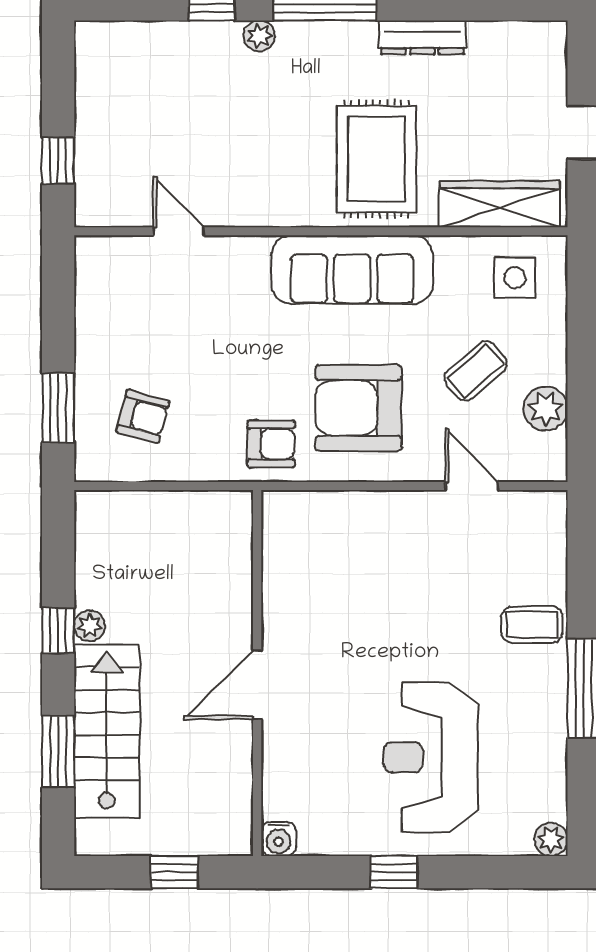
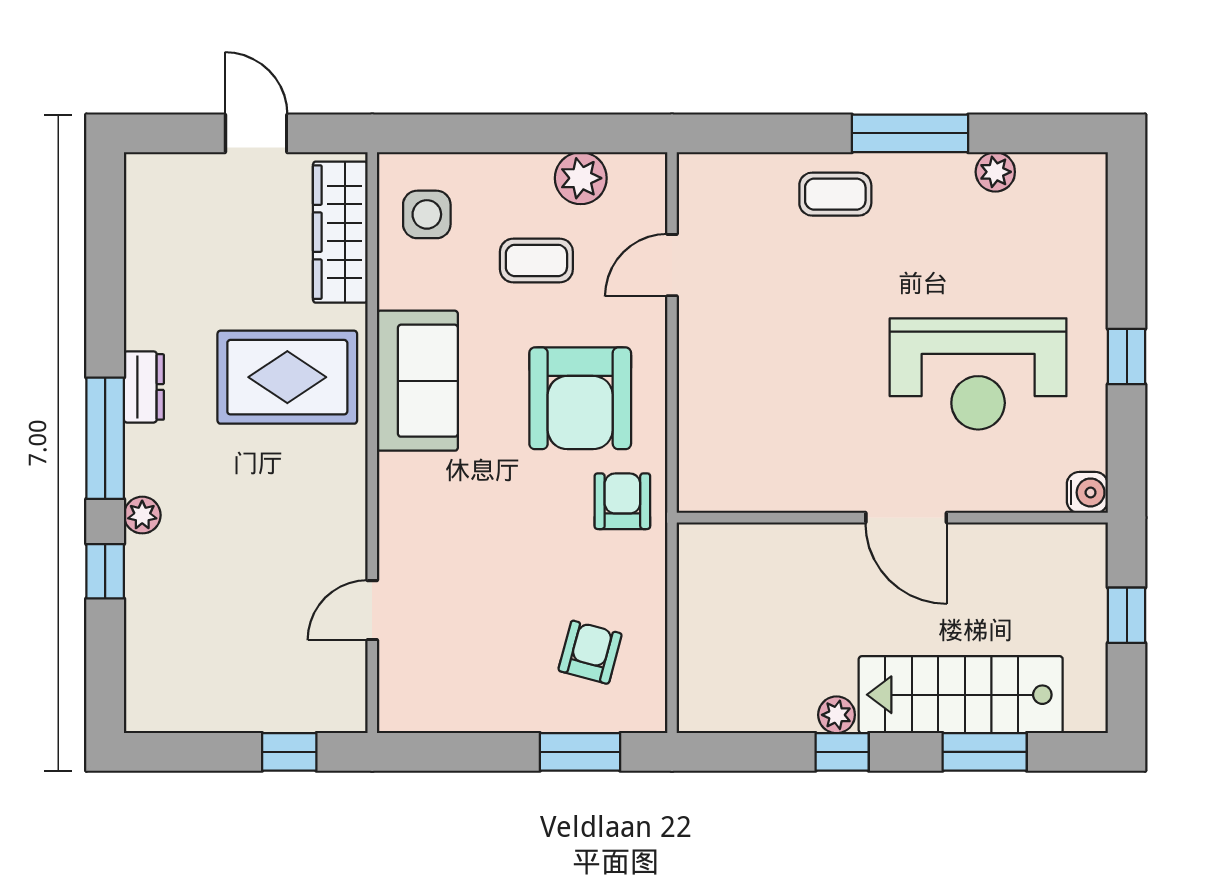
dresser: (422, 37) -> (144, 387), moved, width x0.70
sofa: (352, 270) -> (417, 381), width x0.73
coffee table: (476, 371) -> (536, 260), turned -49
coffee table: (532, 625) -> (835, 194), turned 90
reception desk: (430, 757) -> (978, 374), moved
plant: (551, 840) -> (995, 172), moved

